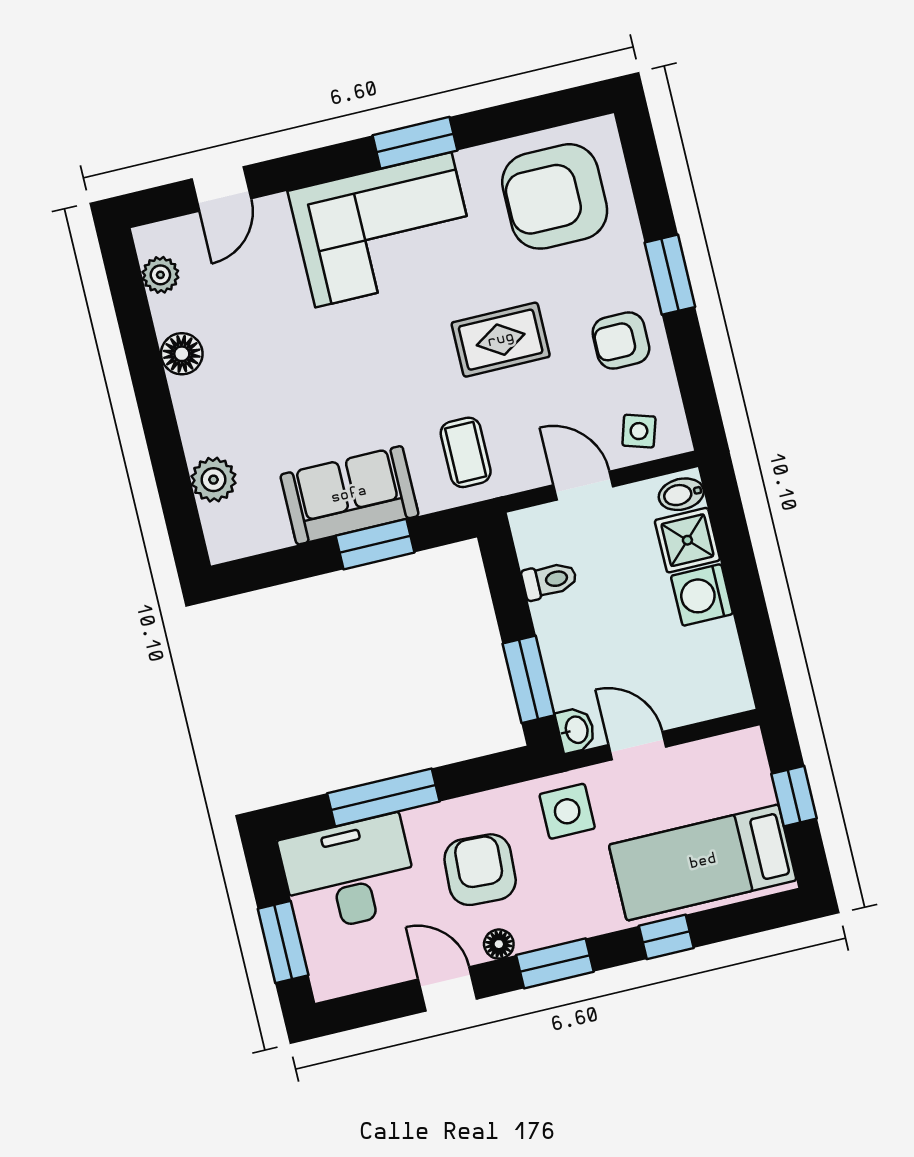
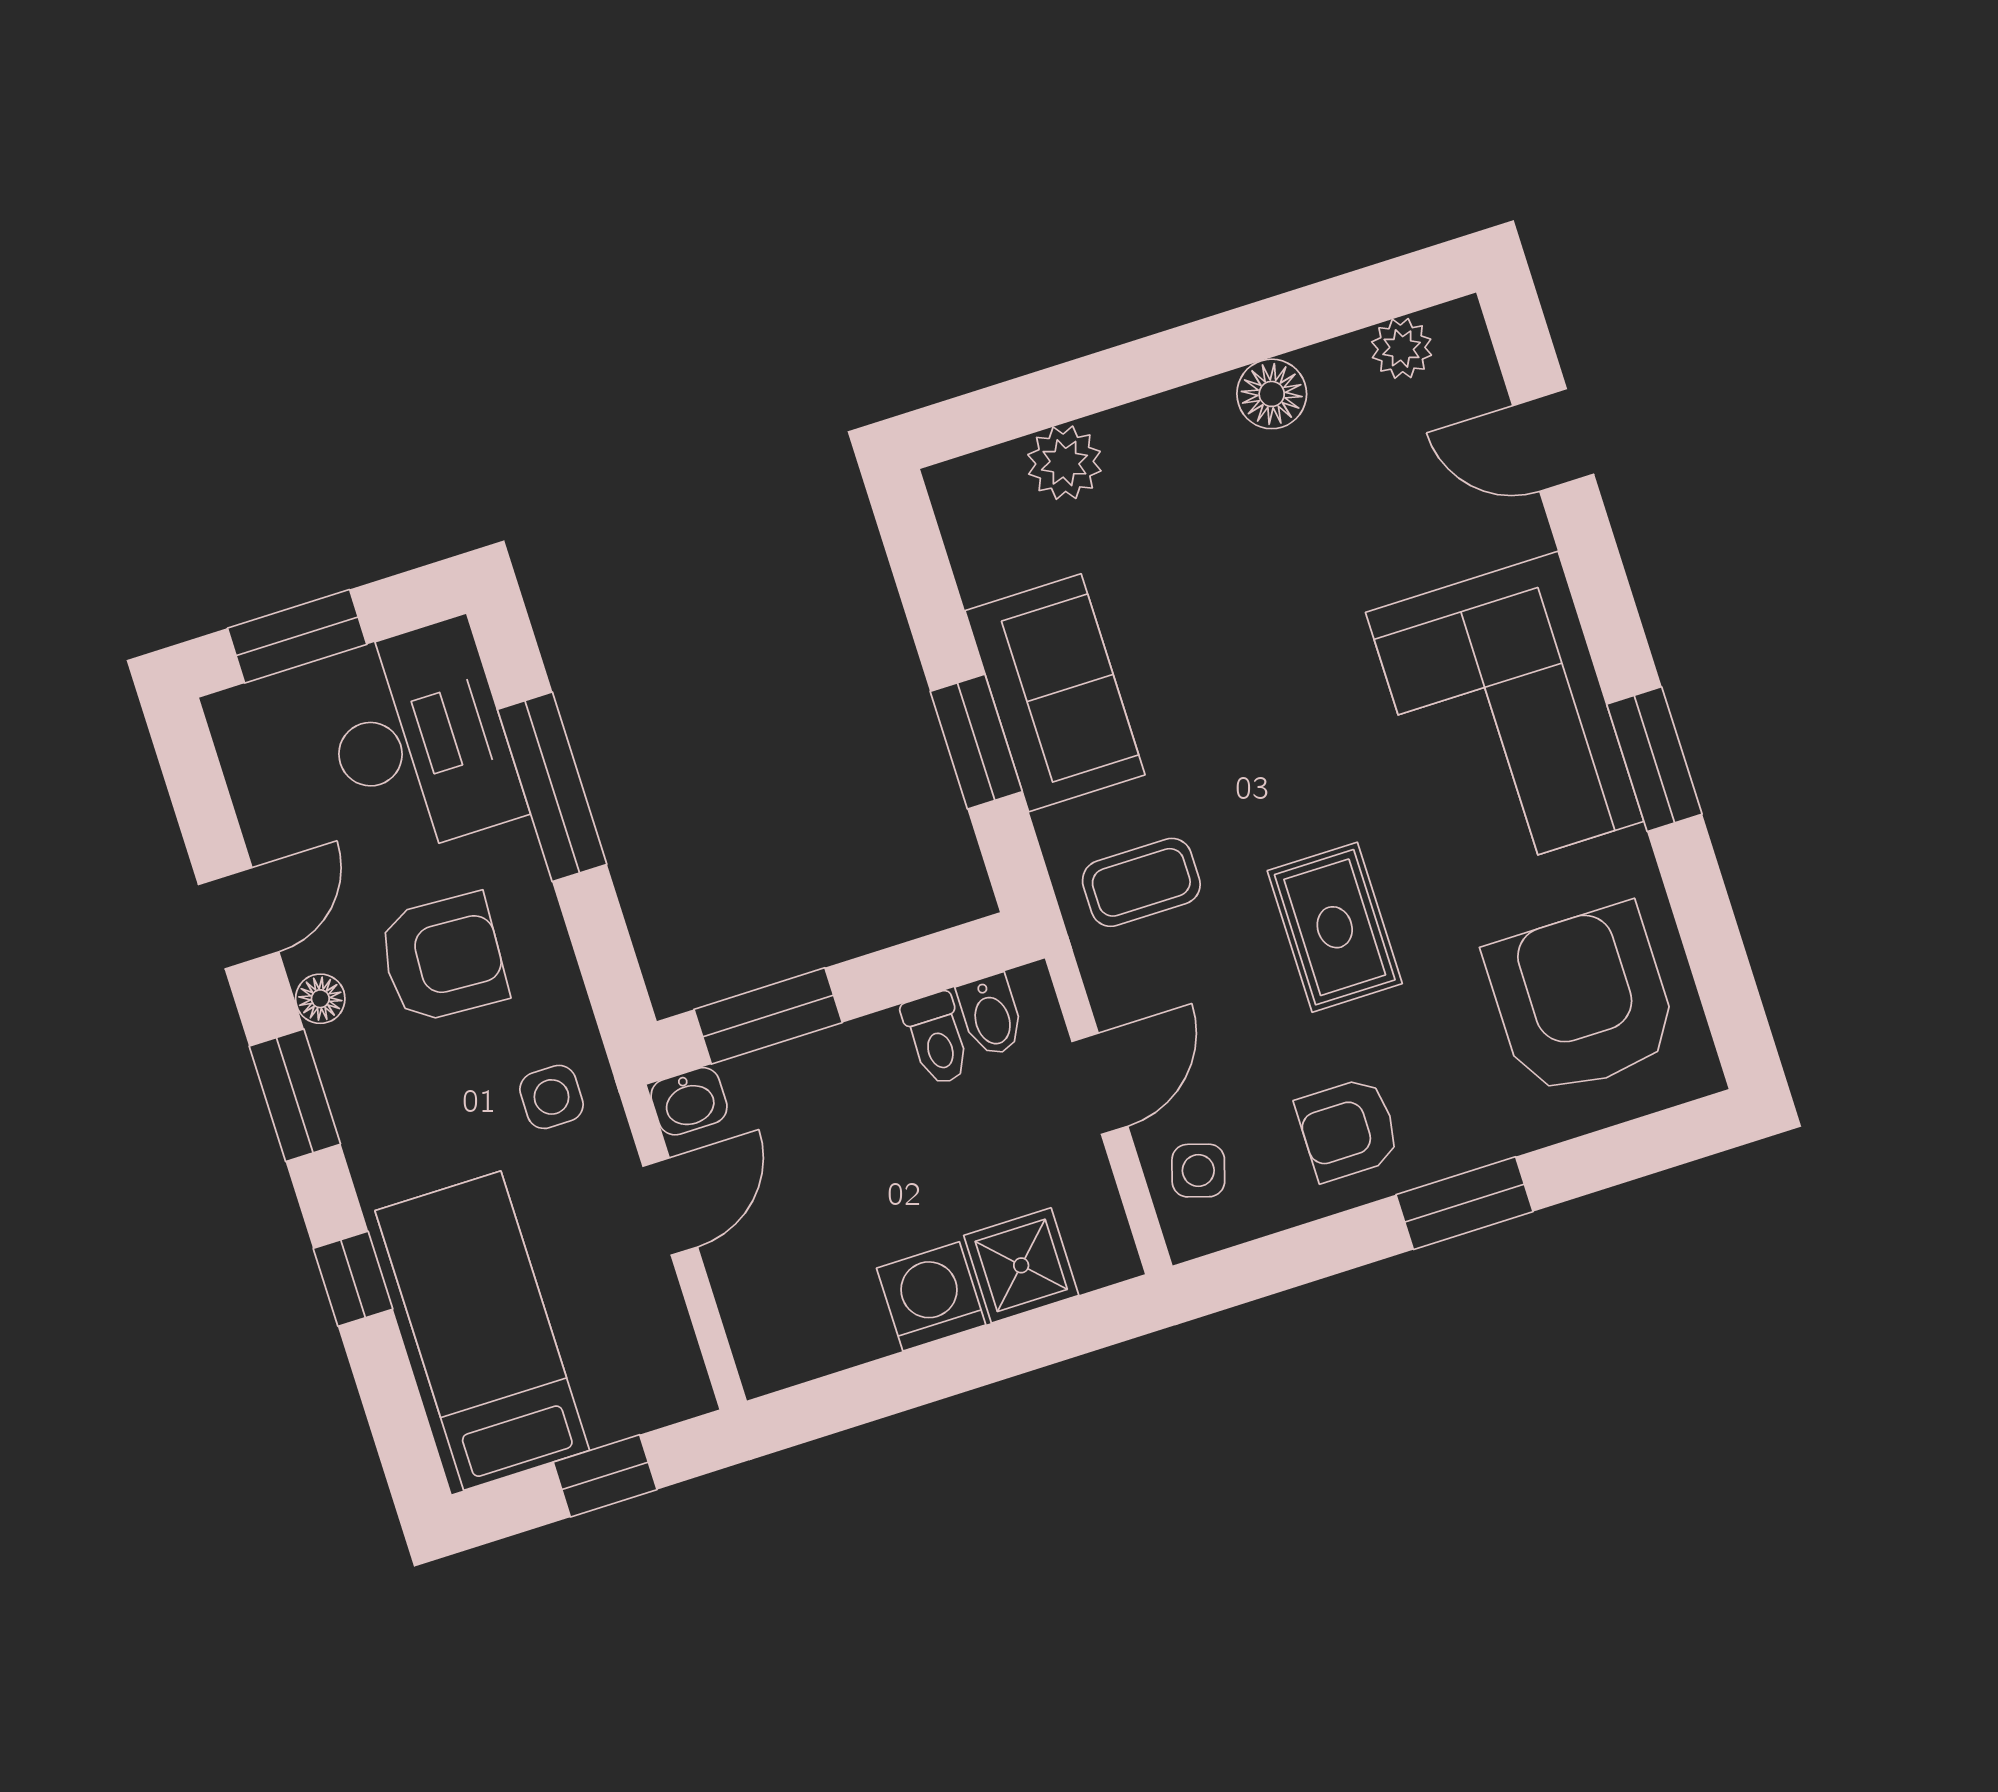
armchair: (621, 341) -> (1348, 1129), turned -90
bidet: (681, 494) -> (991, 1016), moved, turned 180
side table: (567, 811) -> (552, 1097), width x0.73, depth x0.73

